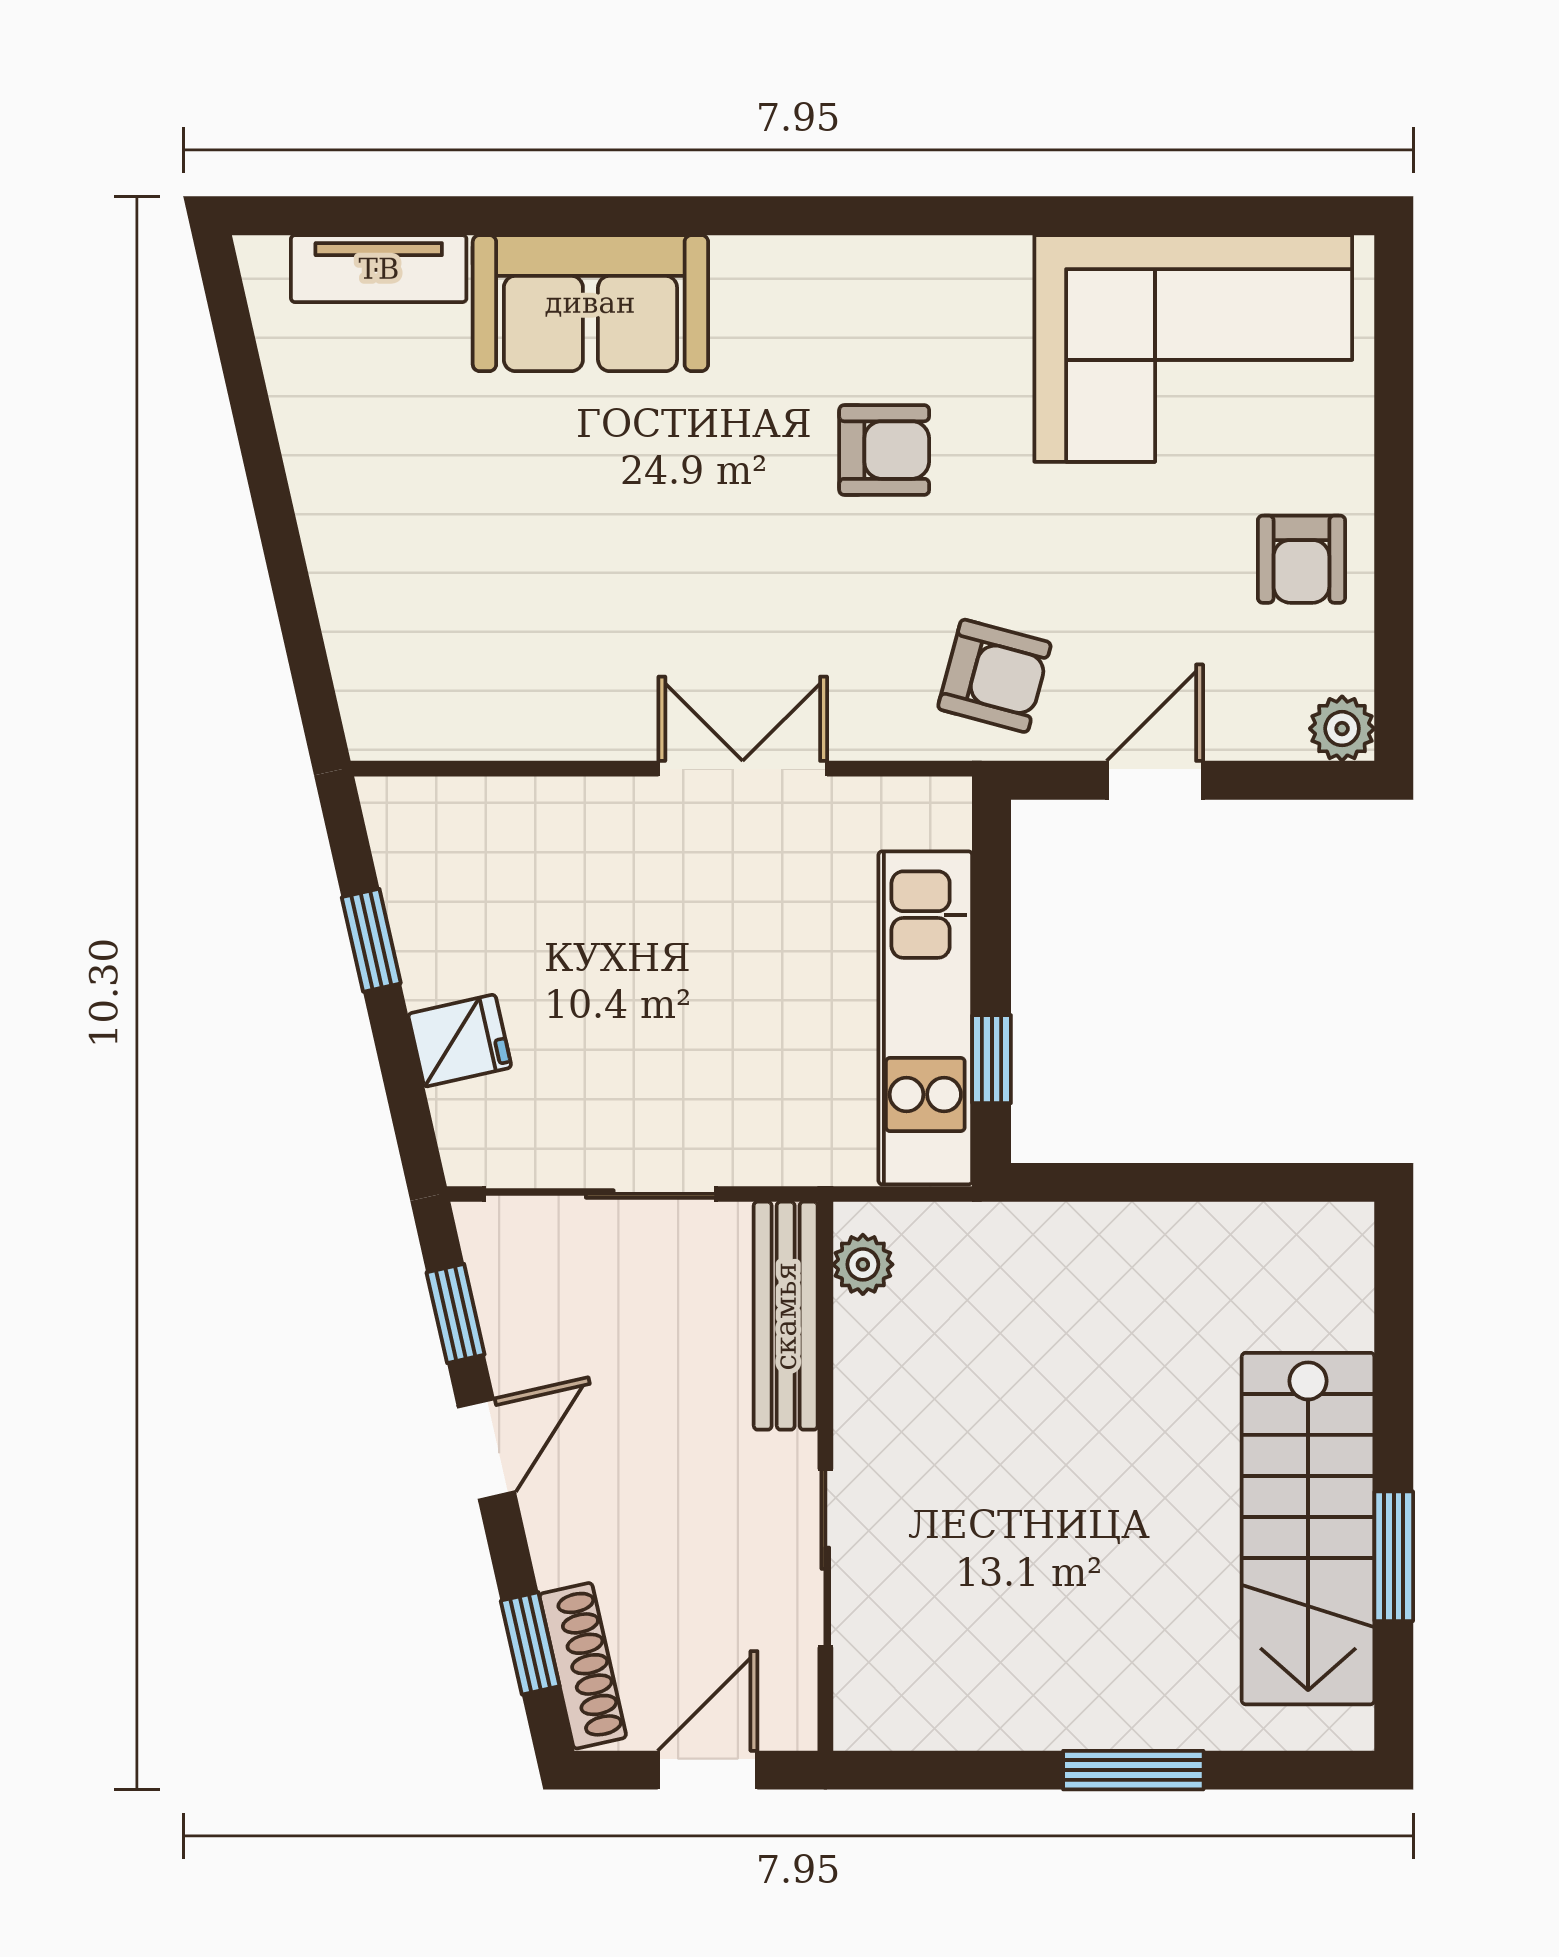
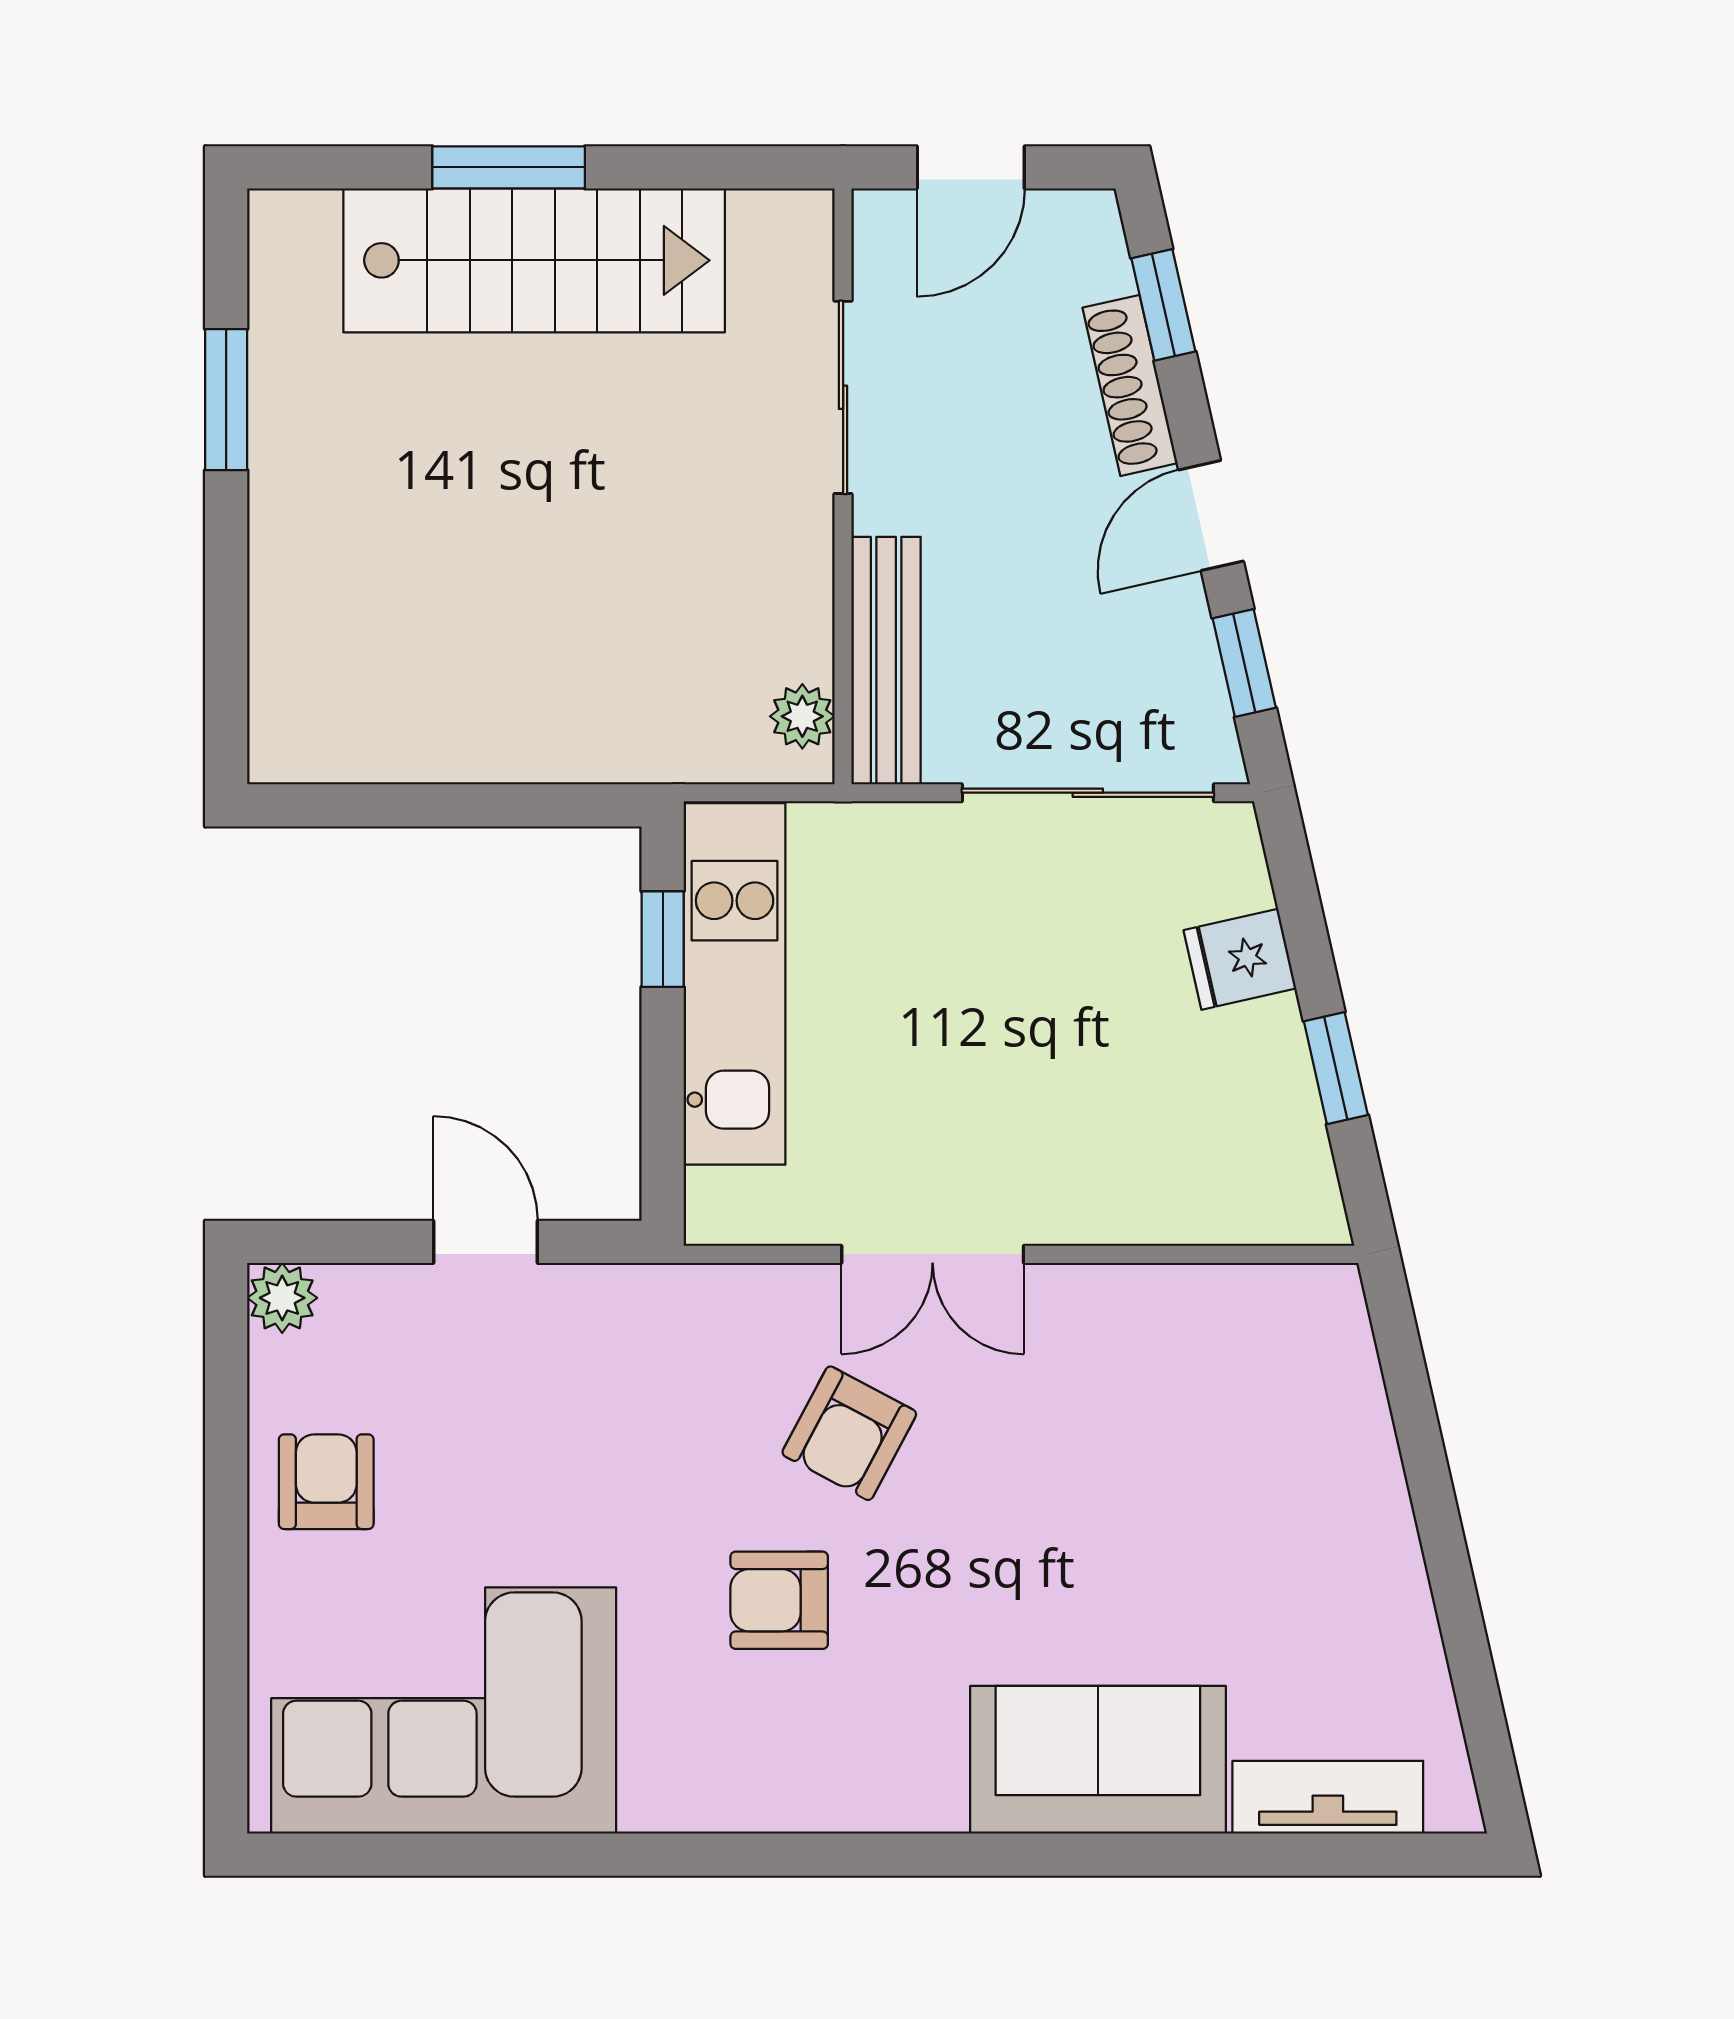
armchair: (994, 676) -> (849, 1433), moved, turned -77
door: (1155, 780) -> (485, 1242), swing flipped
stairs: (1308, 1529) -> (534, 260), moved, turned 90
shoe rack: (583, 1666) -> (1130, 385), moved

